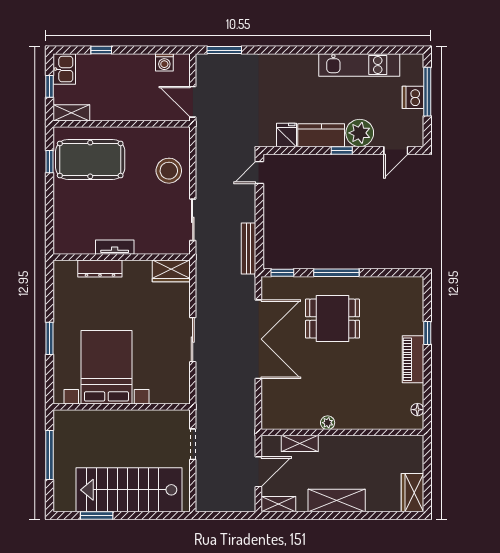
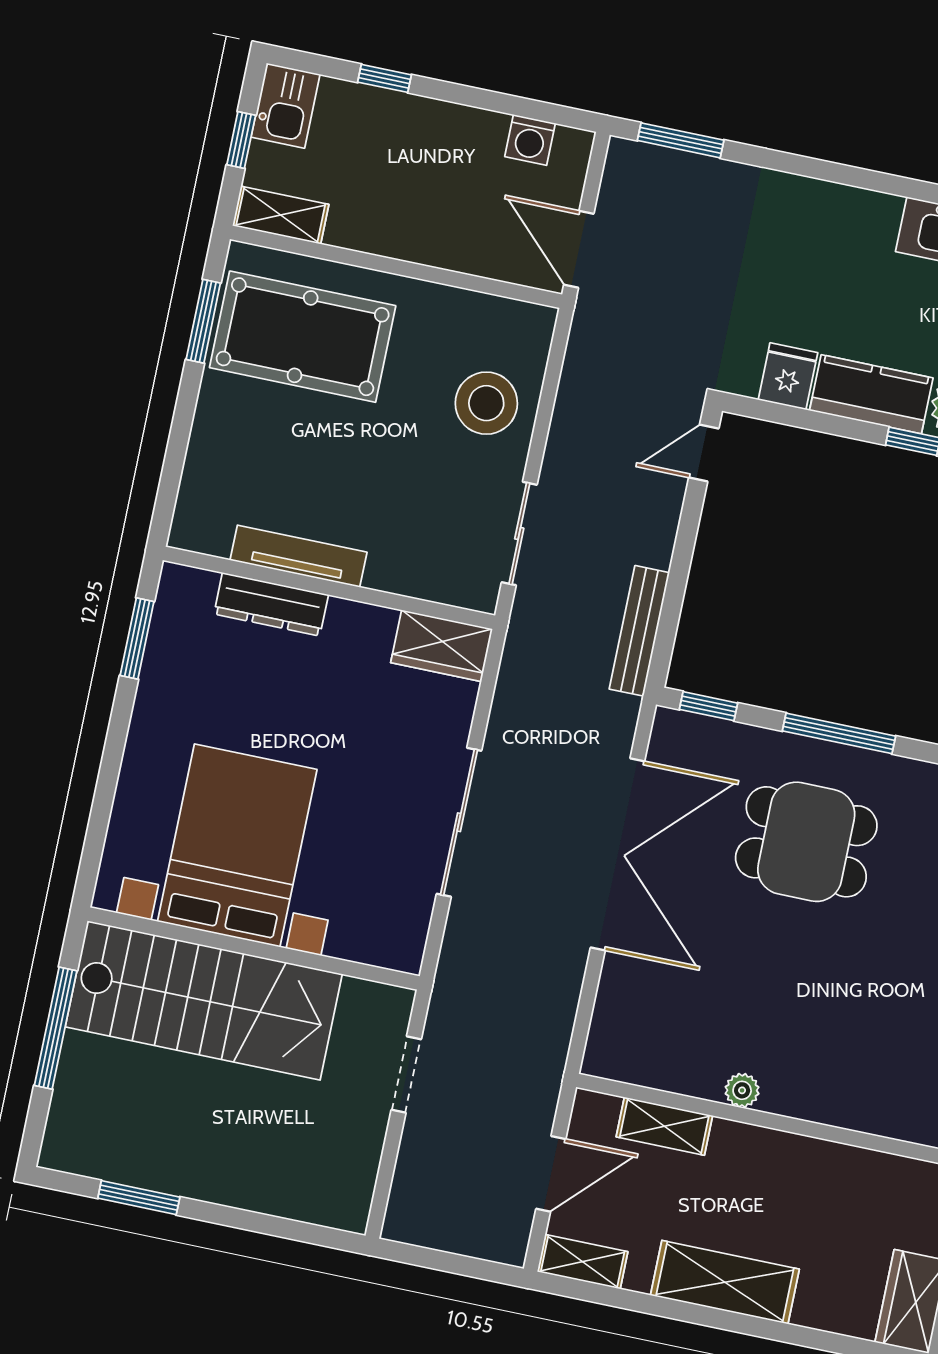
window: (49, 162) -> (203, 321), width x1.50
tv unit: (115, 247) -> (299, 556), width x1.41
window: (49, 338) -> (137, 638), moved
sliding door: (193, 340) -> (459, 822), width x1.37
stairs: (129, 490) -> (204, 1000), moved, turned 180

